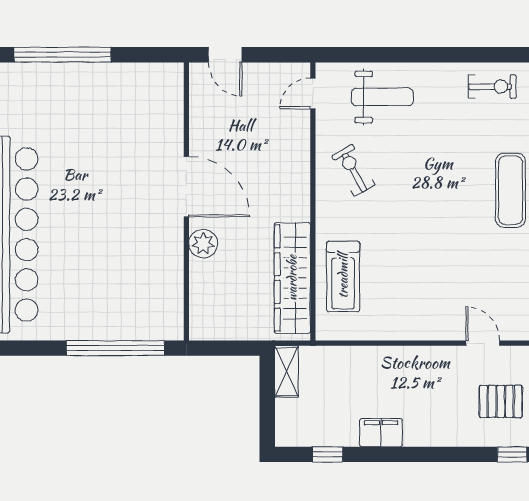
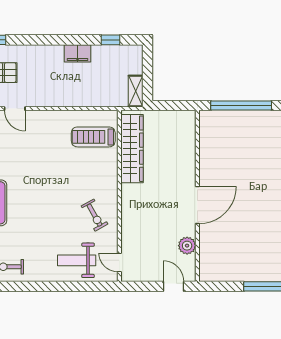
door: (313, 94) -> (119, 262), swing flipped
door: (186, 187) -> (197, 205), swing flipped
plant: (203, 244) -> (187, 246), moved
treadmill: (343, 276) -> (93, 137), moved, turned -90

